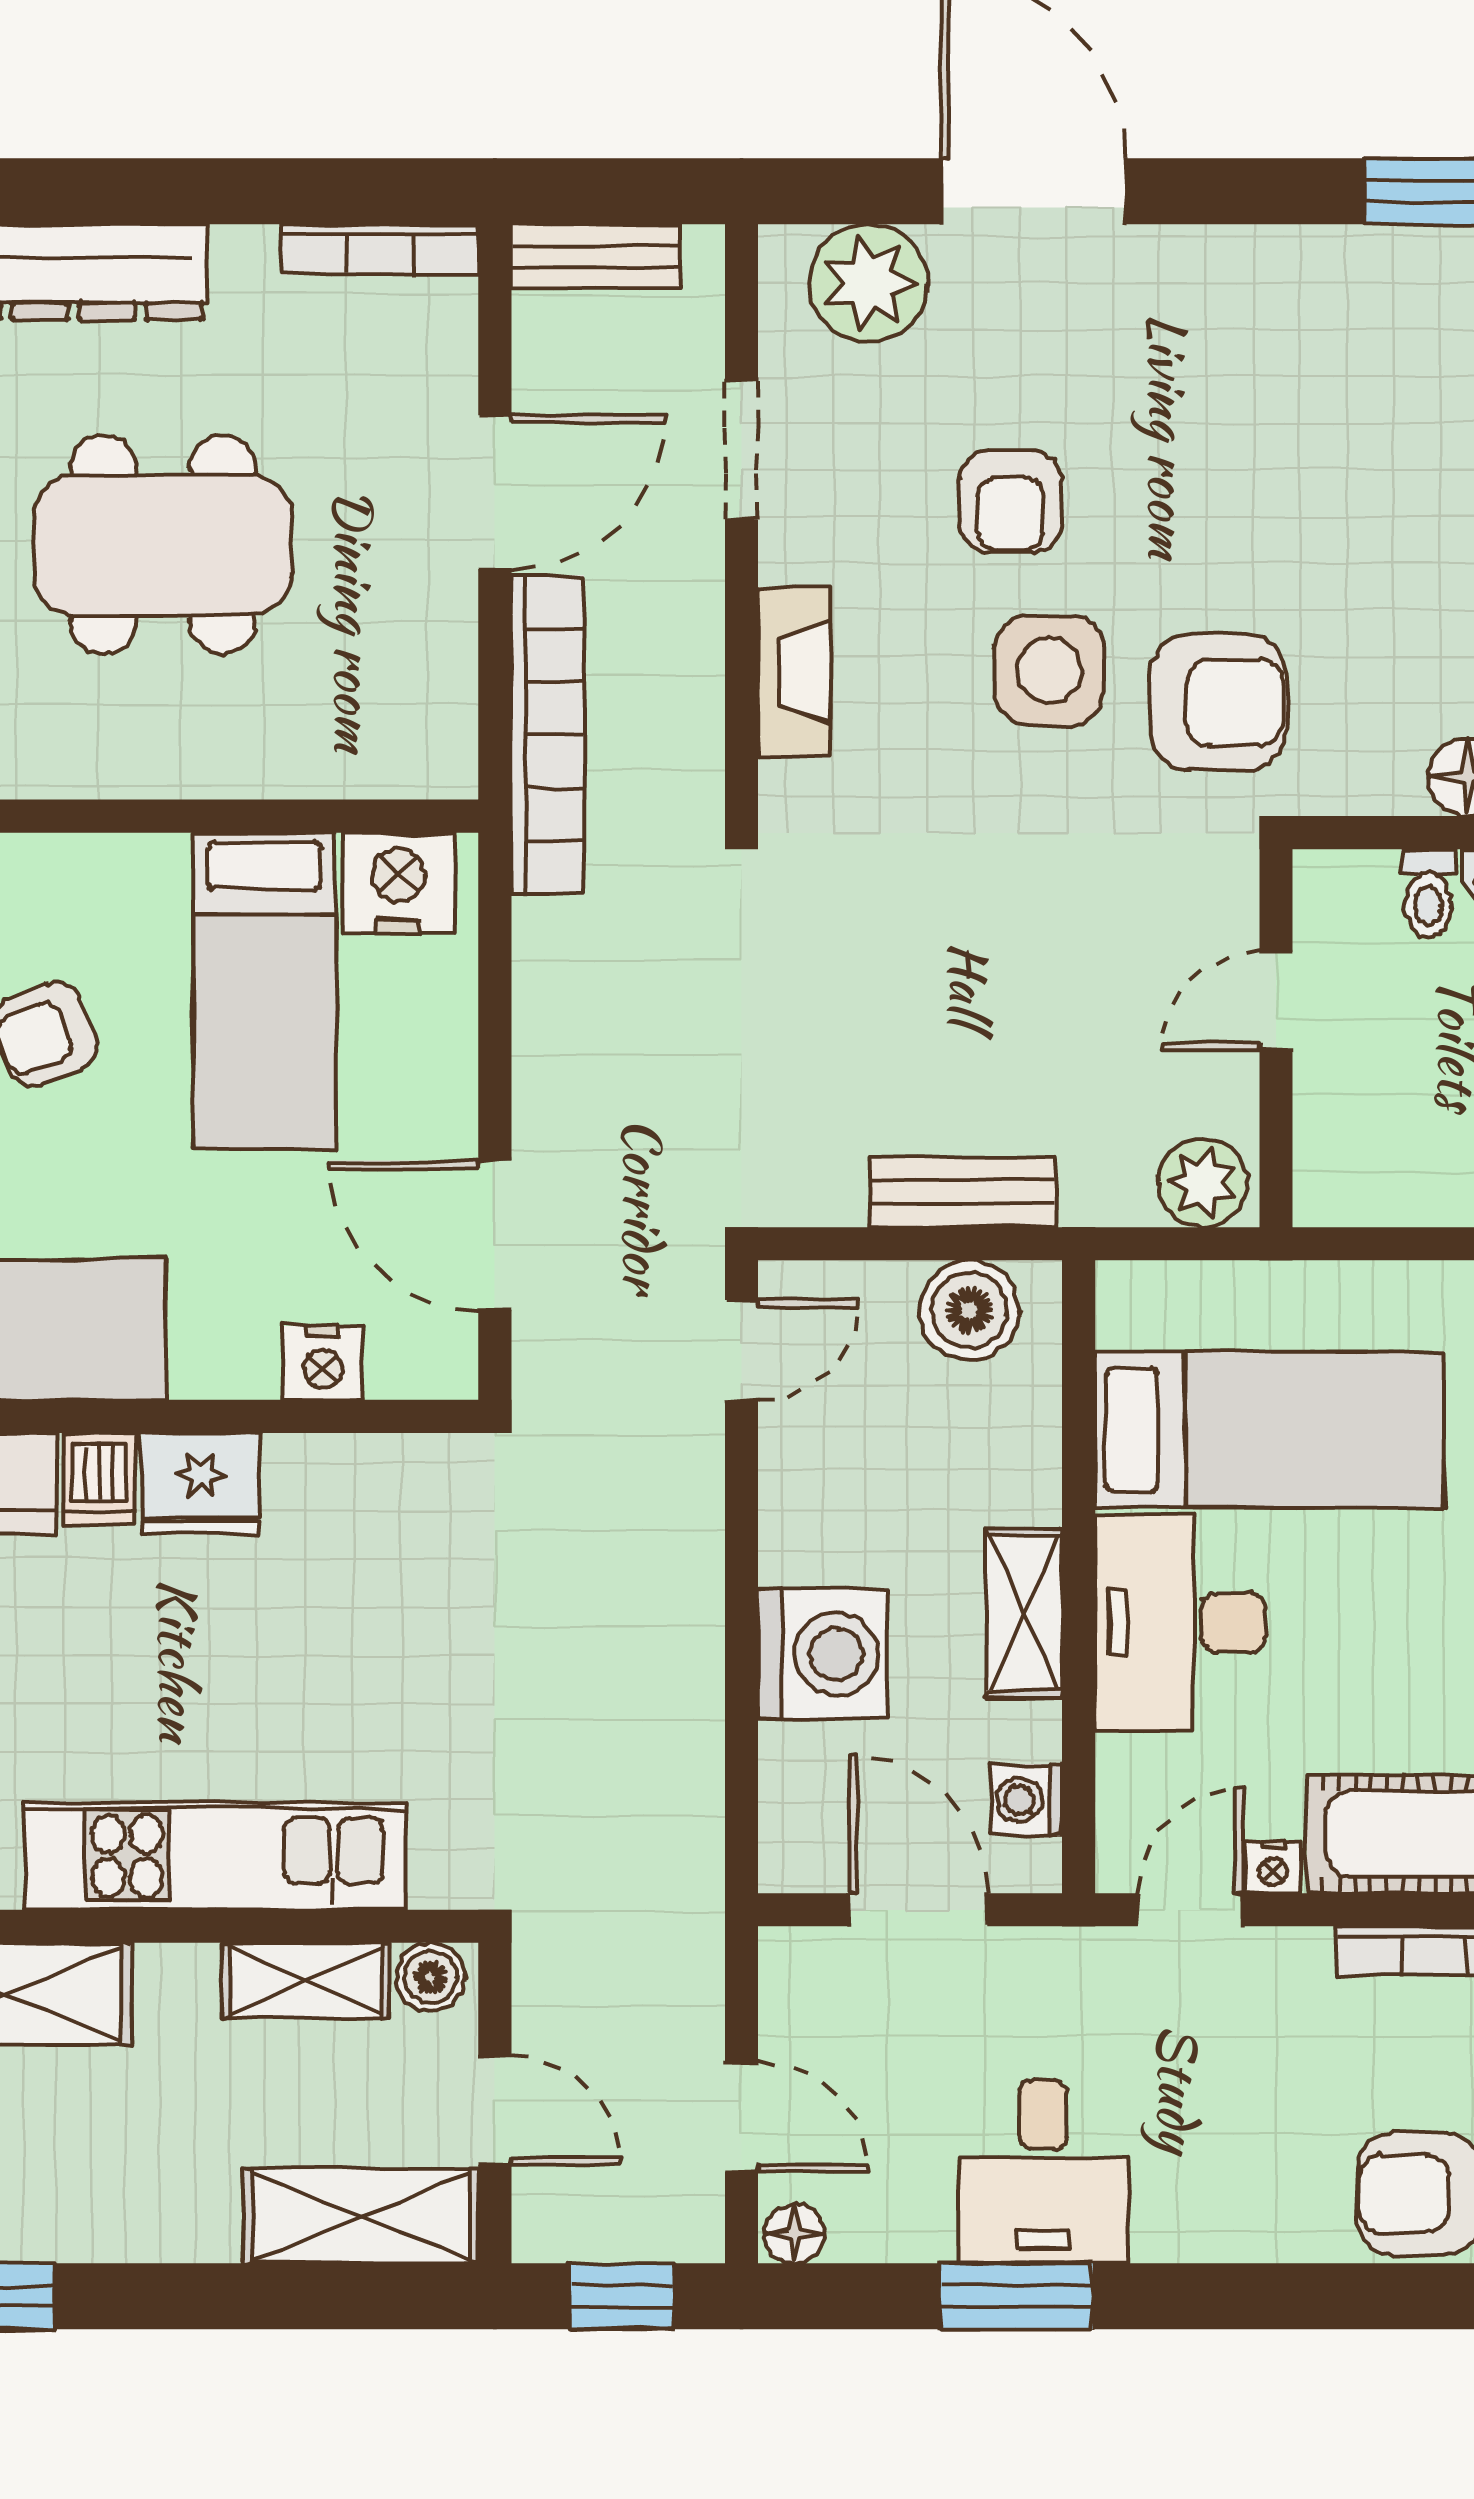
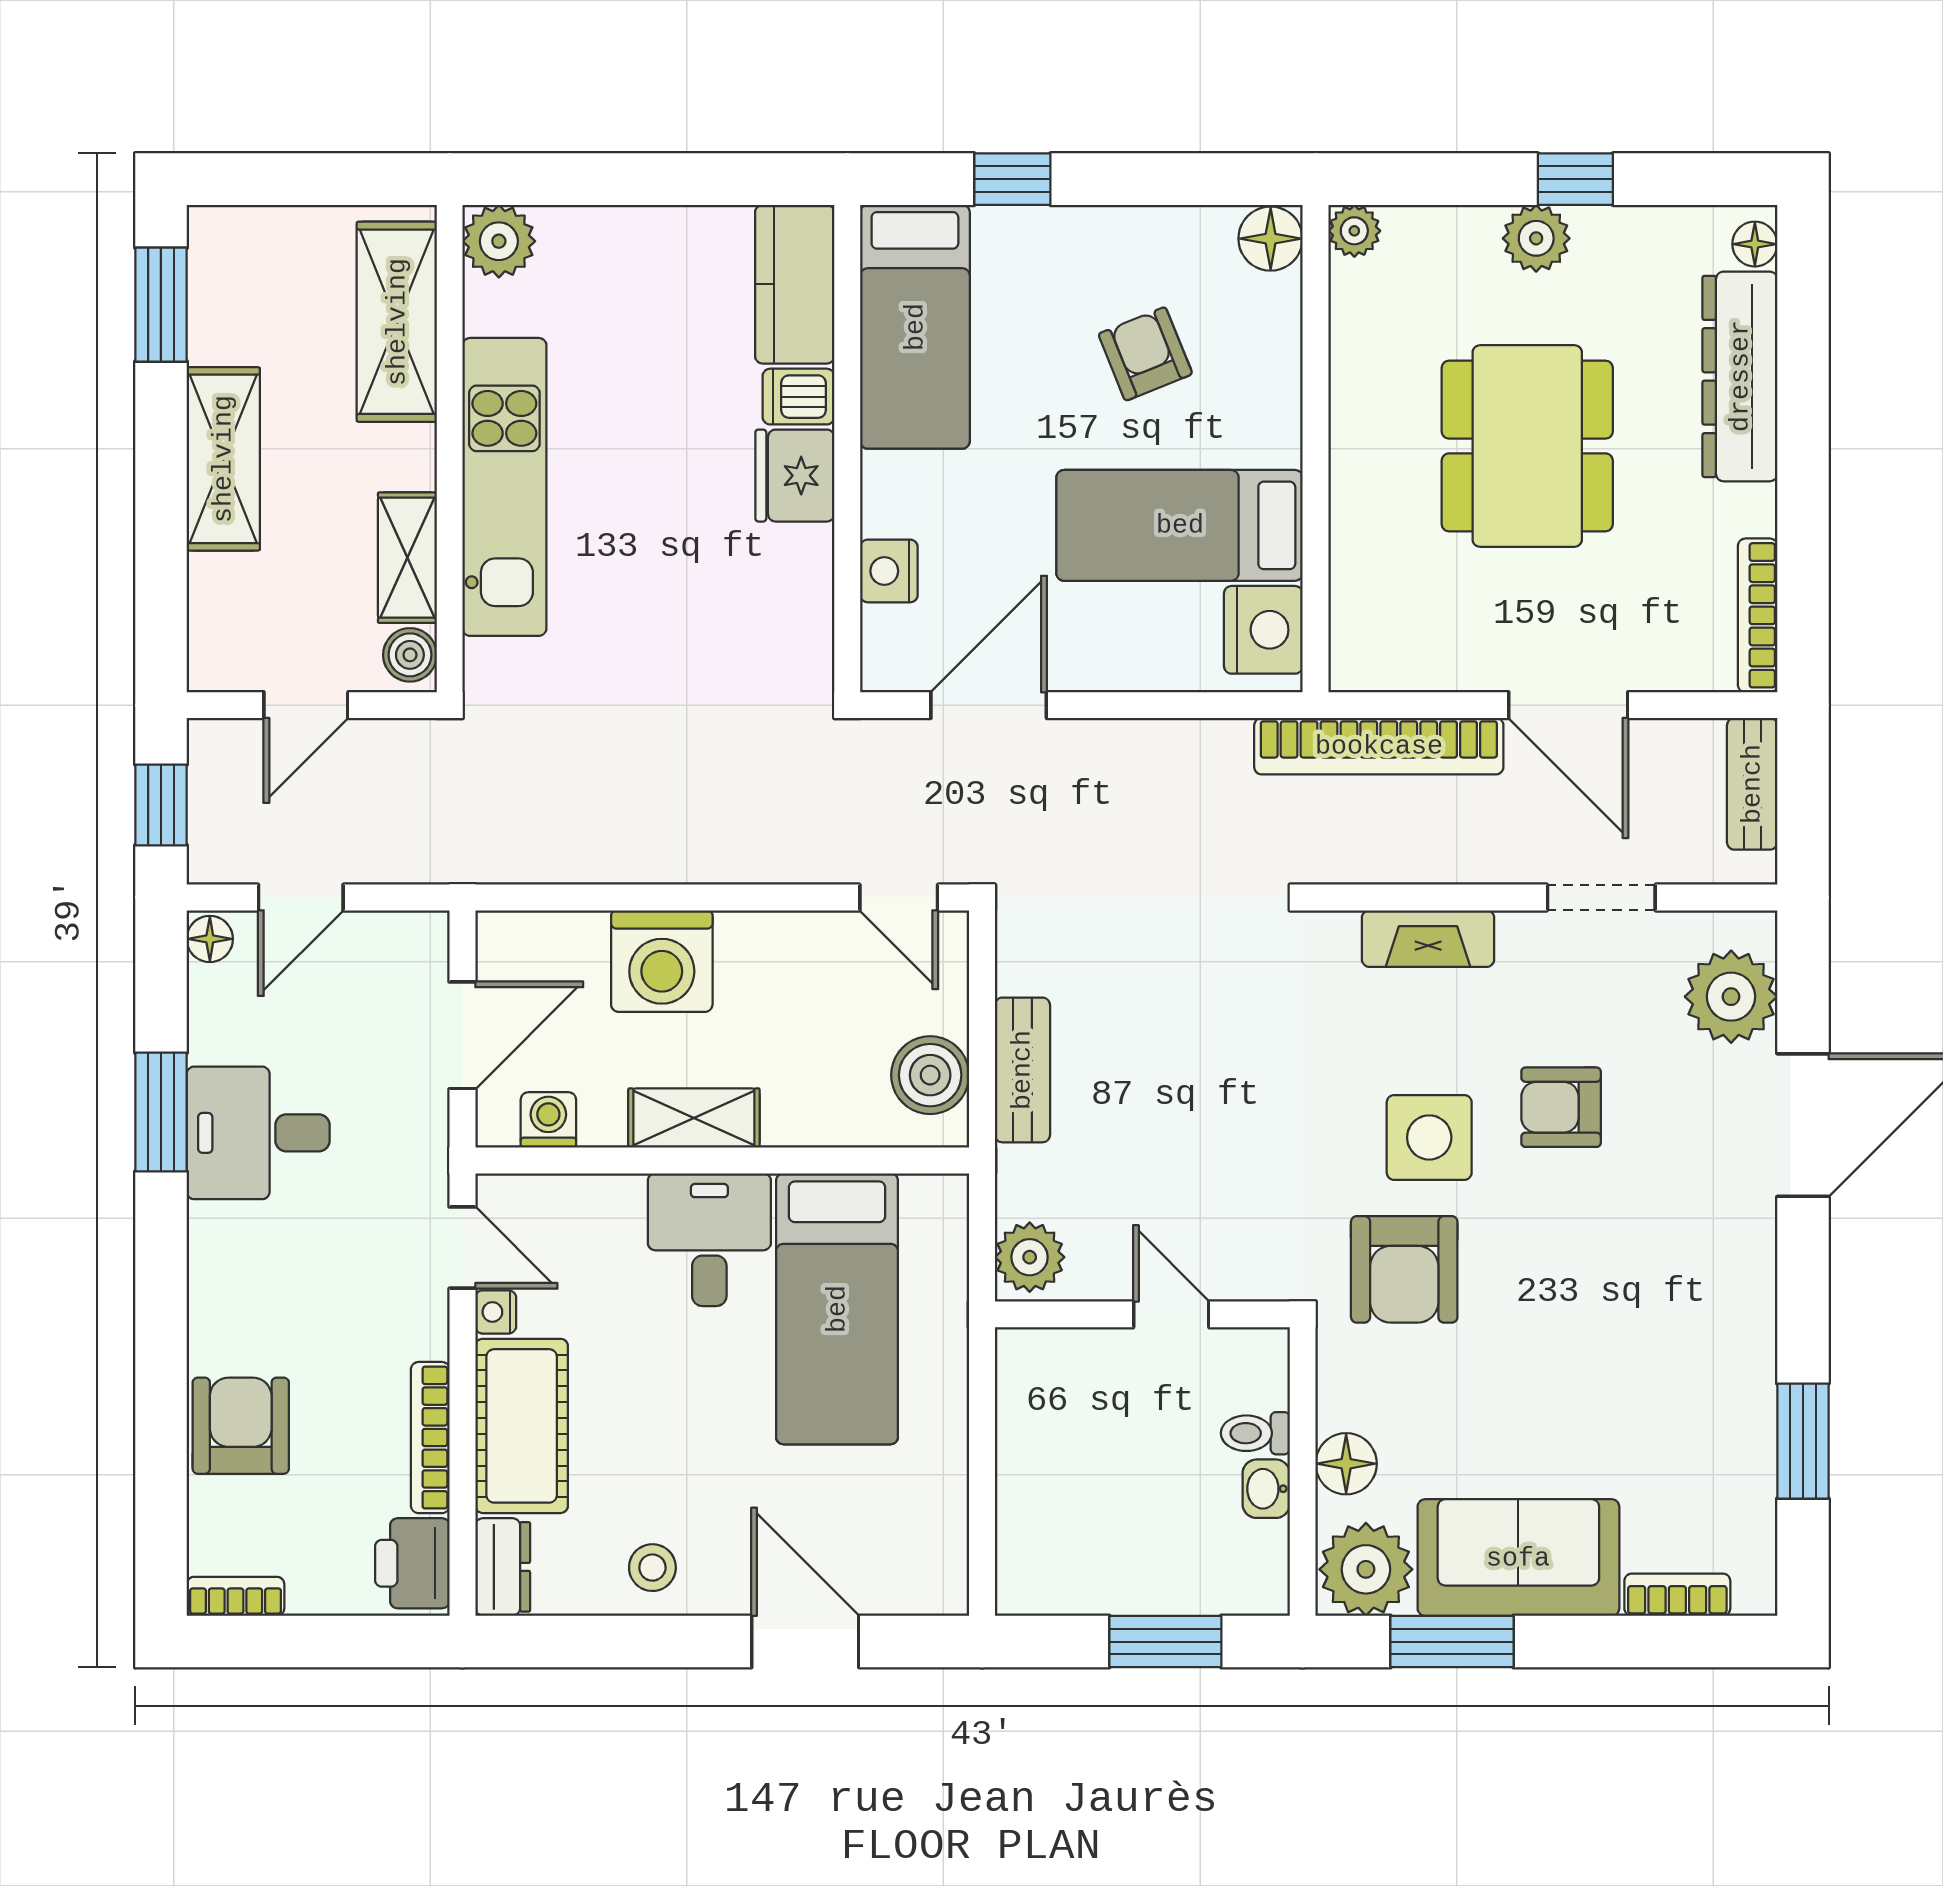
desk: (1180, 1623) -> (709, 1240), width x0.73
shelving: (361, 2216) -> (223, 459), moved

